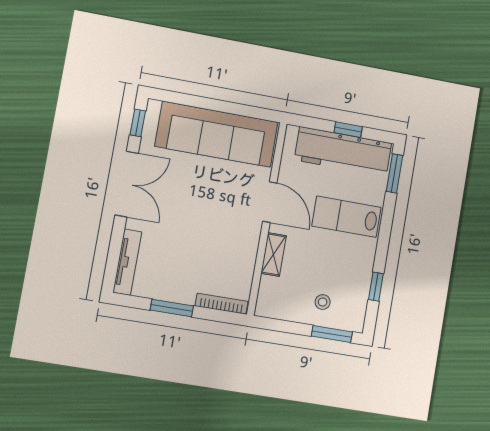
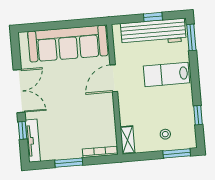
window: (138, 123) -> (23, 130), moved
door: (270, 202) -> (114, 78), swing flipped
shelving: (274, 255) -> (128, 140), moved

